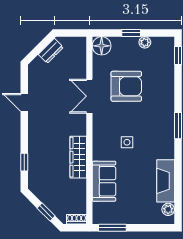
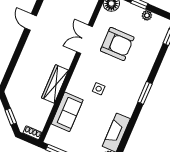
window: (24, 162) -> (10, 69), removed

